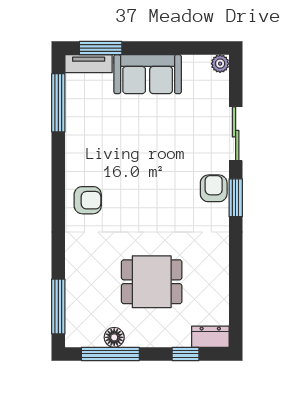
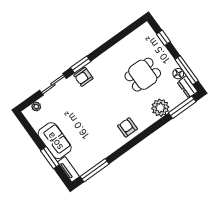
window: (101, 48) -> (50, 158), moved
plant: (220, 64) -> (36, 107), moved
plant: (82, 272) -> (160, 108), added
dining table: (152, 282) -> (143, 75), turned 90
dresser: (210, 337) -> (187, 87), moved

